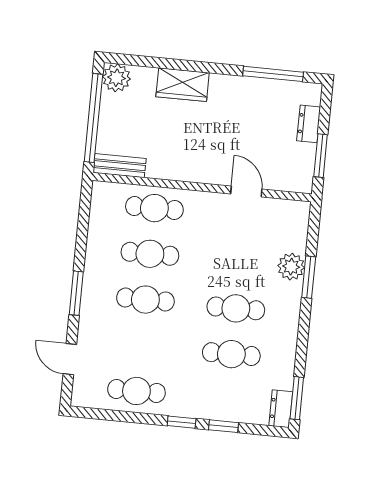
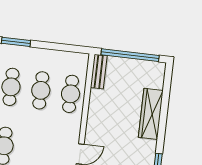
plant: (116, 78) -> (156, 71), removed
wardrobe: (183, 85) -> (151, 114), width x1.50

